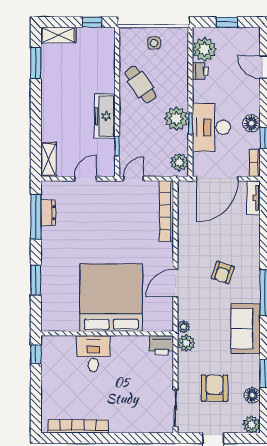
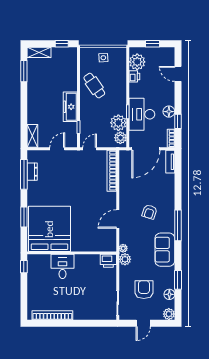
plant: (176, 119) -> (118, 123), moved
bed: (111, 298) -> (49, 229), moved

